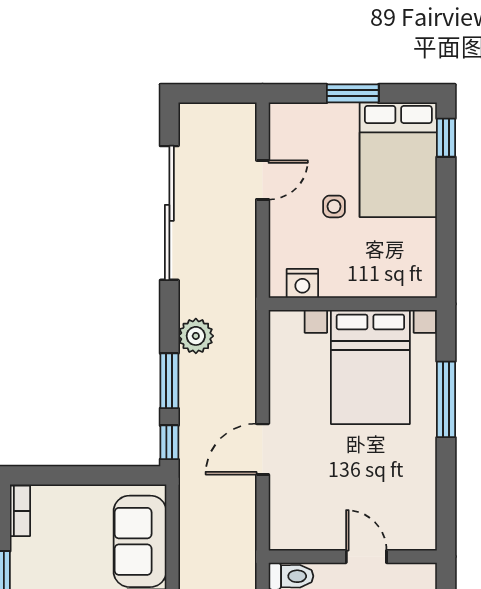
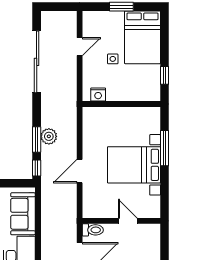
window: (446, 138) -> (165, 75), moved
plant: (196, 336) -> (49, 136), moved
bed with nightstands: (370, 367) -> (134, 165), moved, turned 90

